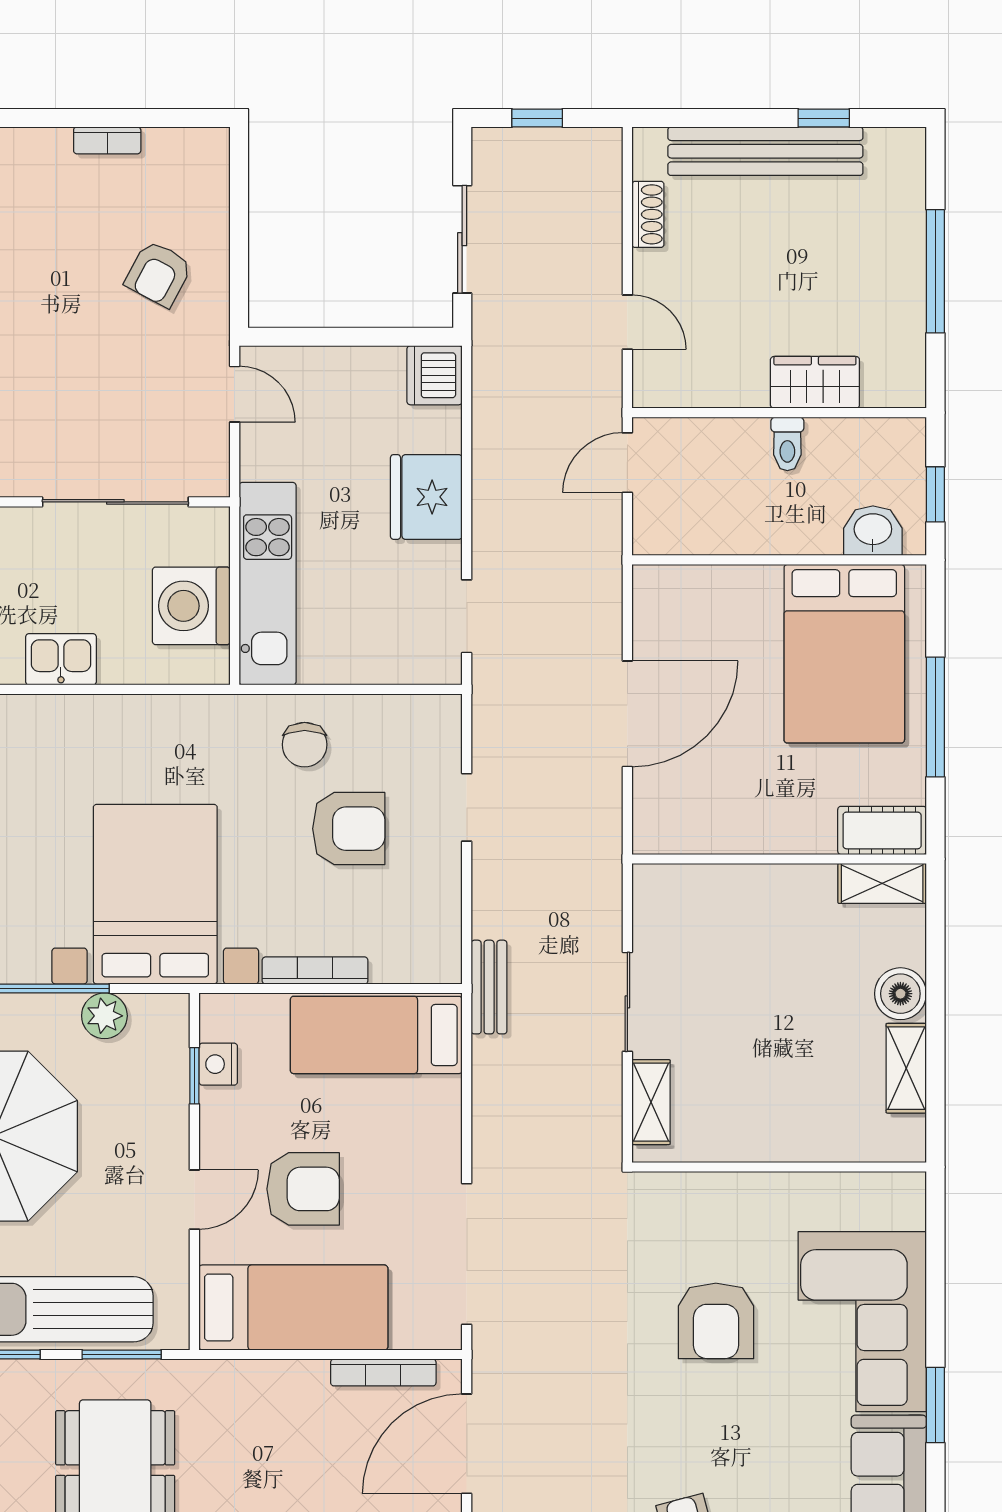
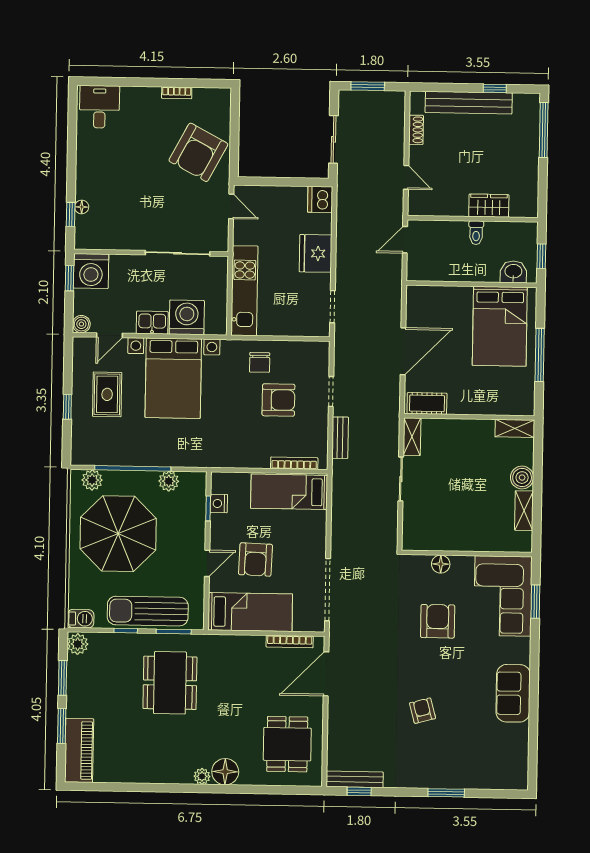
window: (537, 118) -> (368, 86), width x1.50
window: (935, 271) -> (544, 130), moved
armchair: (158, 274) -> (198, 152), width x1.88, depth x1.88
washing machine: (191, 606) -> (187, 317), moved, turned 90
cot: (882, 830) -> (427, 403), moved
bed with nightstands: (155, 894) -> (173, 378), moved, turned 180
bookcase: (315, 970) -> (294, 463), moved
bench: (489, 987) -> (340, 438), moved
shelving: (651, 1102) -> (412, 437), moved
armchair: (303, 1189) -> (255, 560), turned 92
floor lamp: (721, 1192) -> (441, 564), added
armchair: (716, 1321) -> (438, 621), turned 180
corner sofa: (862, 1322) -> (503, 596), moved
window: (935, 1405) -> (535, 602), moved

